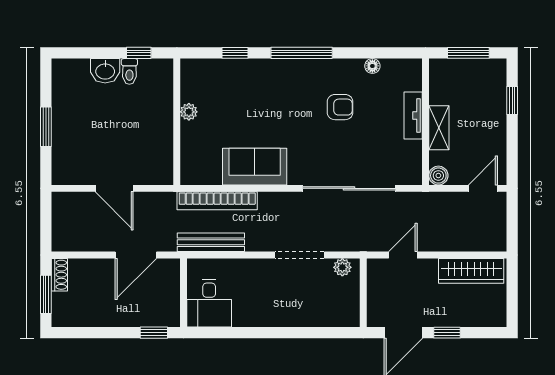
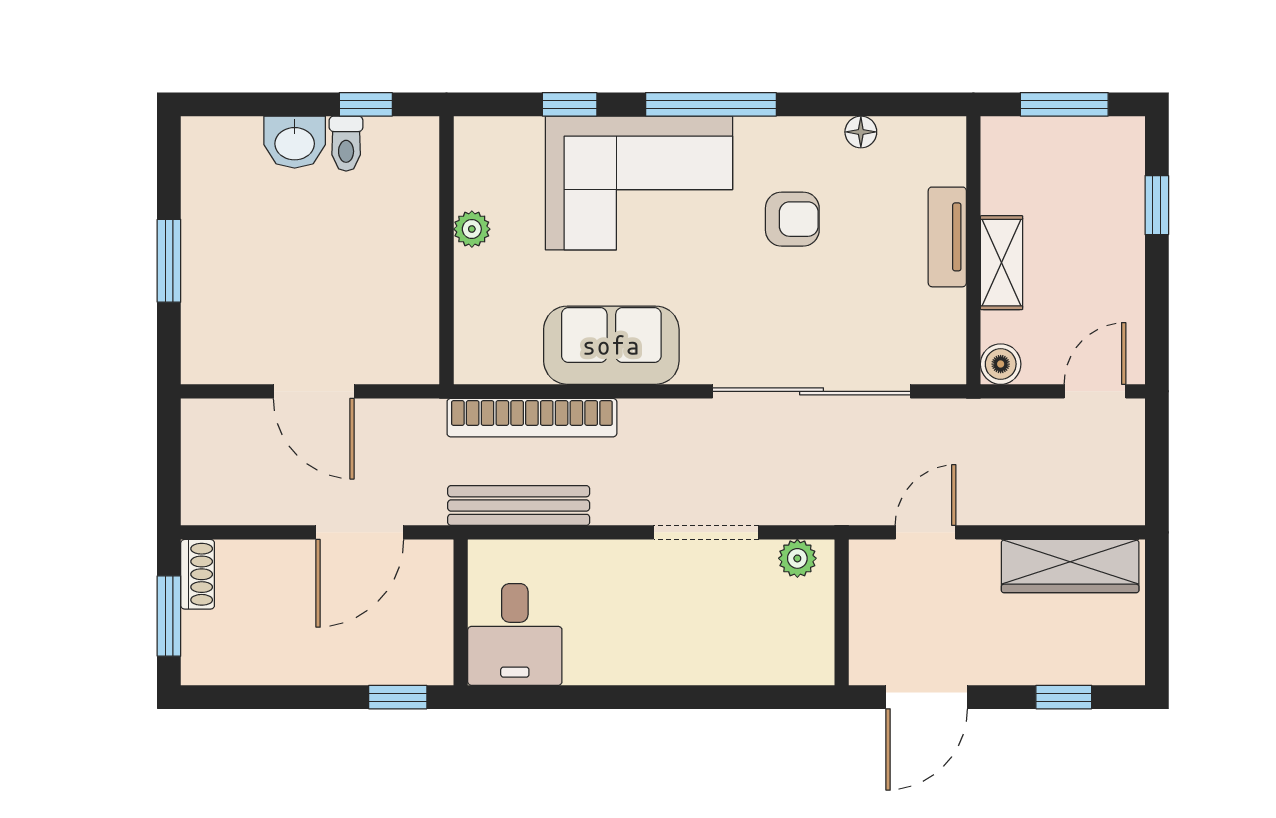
corner sofa: (268, 90) -> (639, 183), added
window: (447, 333) -> (1064, 697), moved

